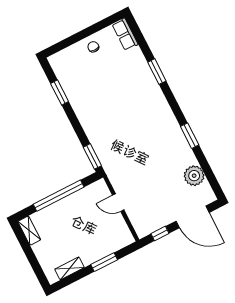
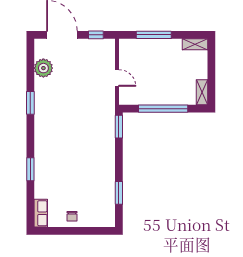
window: (104, 262) -> (154, 35), width x1.44
shelving: (69, 268) -> (195, 44), moved

